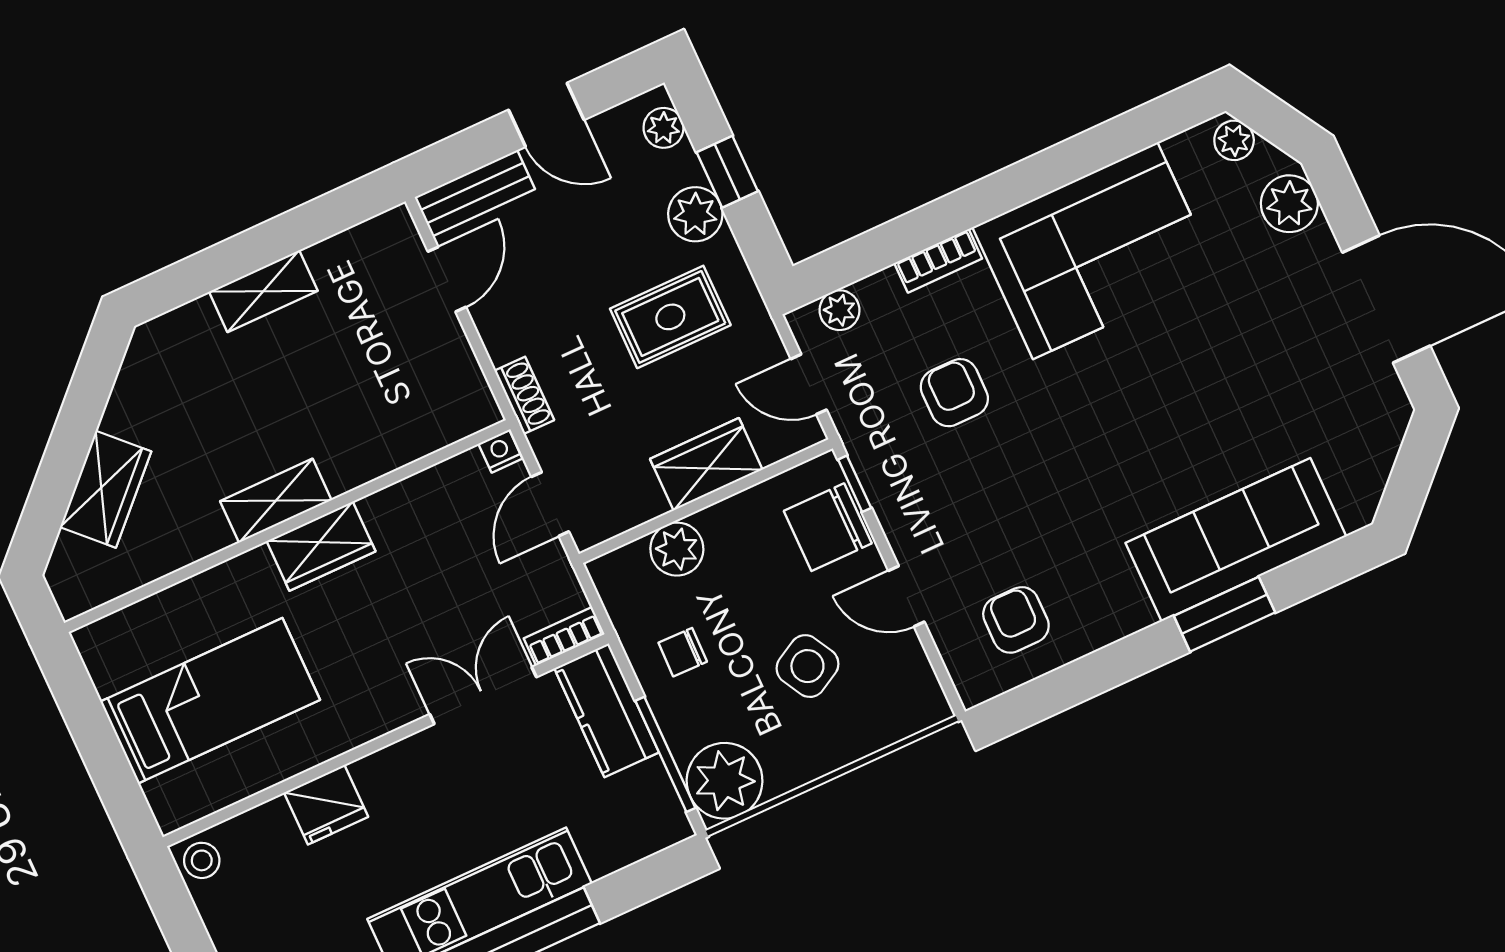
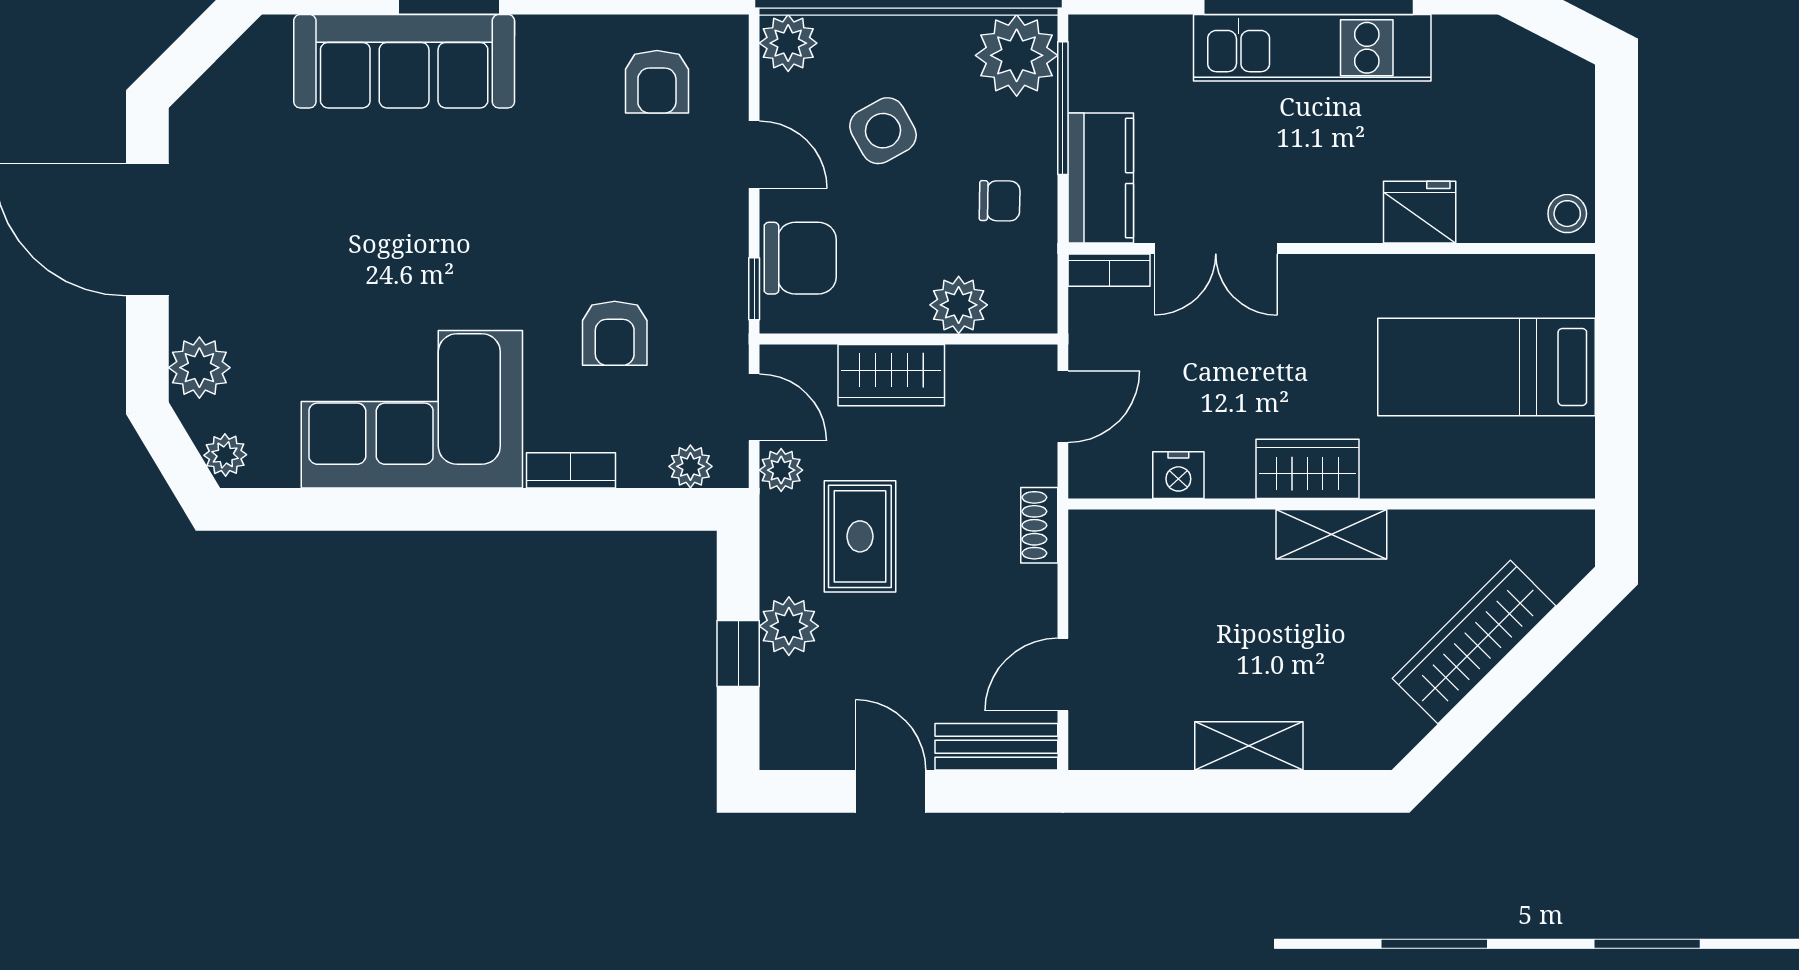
plant: (663, 128) -> (781, 470), moved
rug: (670, 317) -> (860, 536), turned 90
nightstand: (500, 451) -> (1178, 475), moved, width x1.39, depth x1.35
wardrobe: (106, 489) -> (1474, 642), width x1.50
plant: (921, 703) -> (788, 43), added

